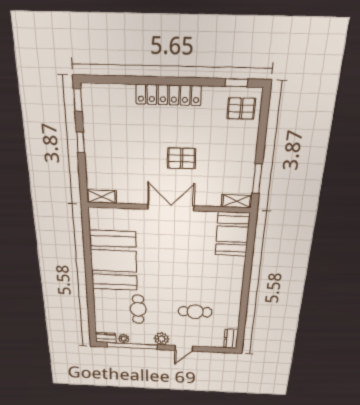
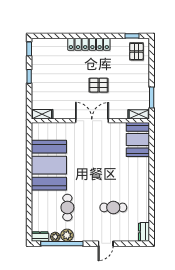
pallet: (241, 108) -> (136, 51), turned 90
plant: (162, 339) -> (67, 235), moved

